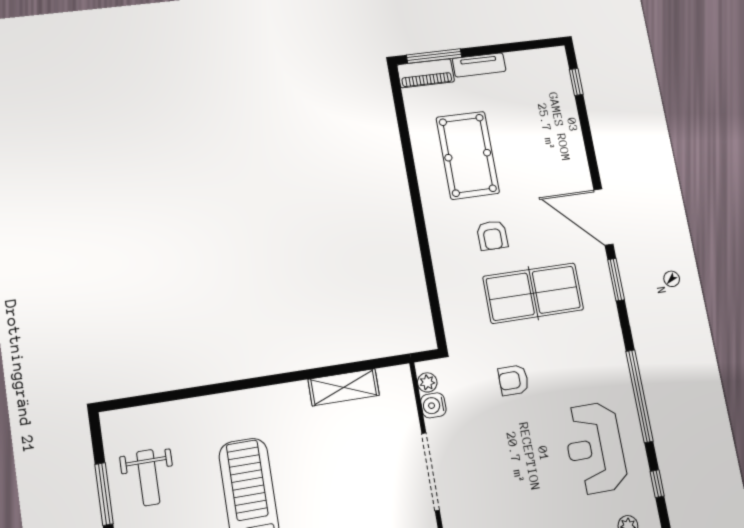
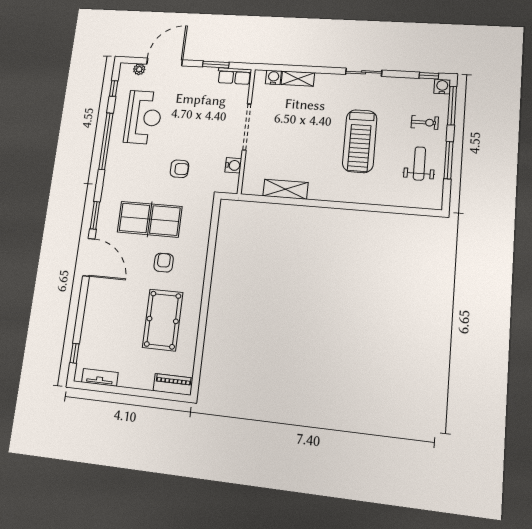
window: (434, 56) -> (164, 396), removed
tv unit: (479, 65) -> (100, 377), moved
plant: (427, 382) -> (233, 180), removed

